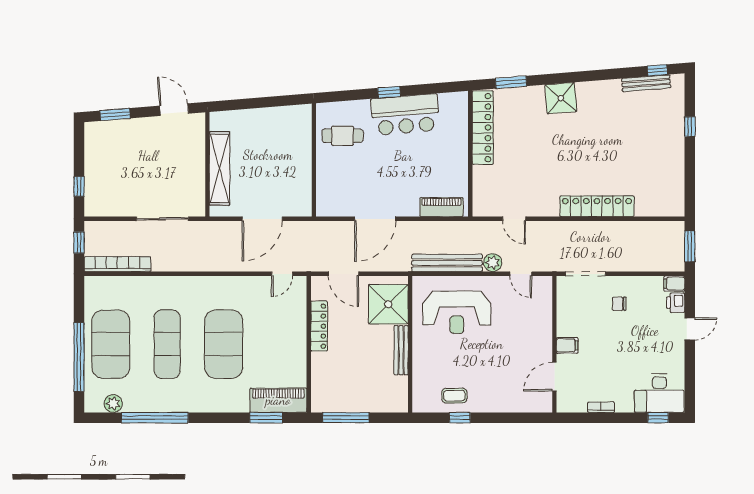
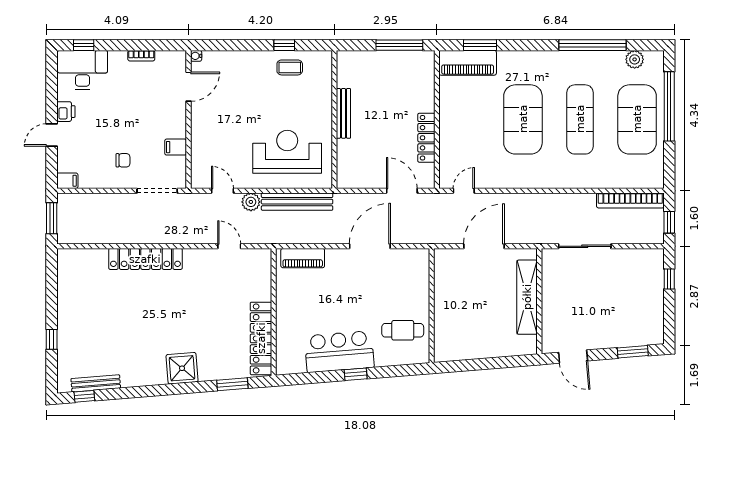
printer: (676, 303) -> (66, 112), moved
shower: (388, 304) -> (356, 160), removed
filing cabinet: (567, 345) -> (176, 147), moved
water cooler: (547, 407) -> (196, 56), added

